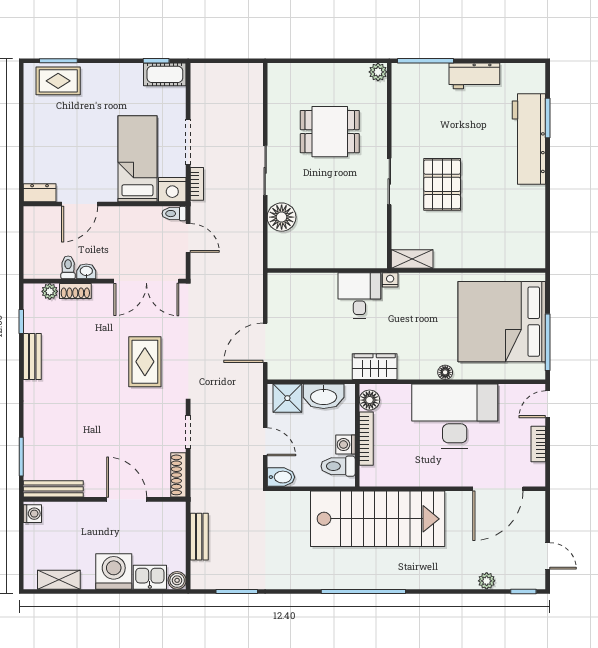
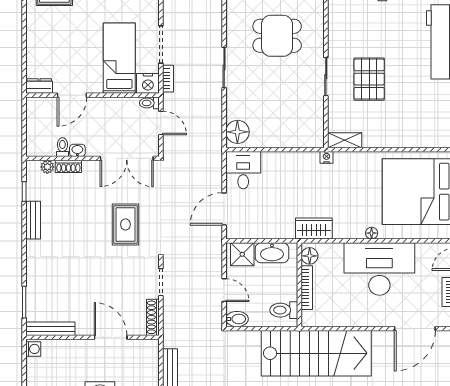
floor lamp: (282, 217) -> (237, 132), moved
desk: (359, 295) -> (243, 170), moved
washing machine: (345, 445) -> (290, 292), removed

